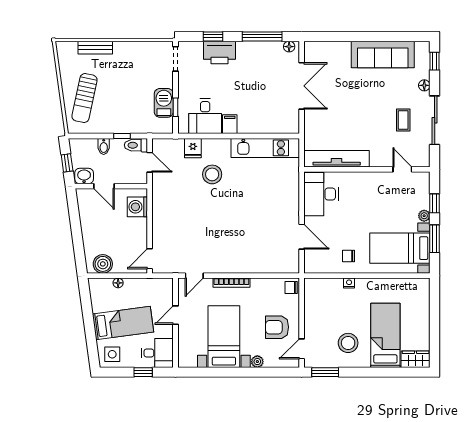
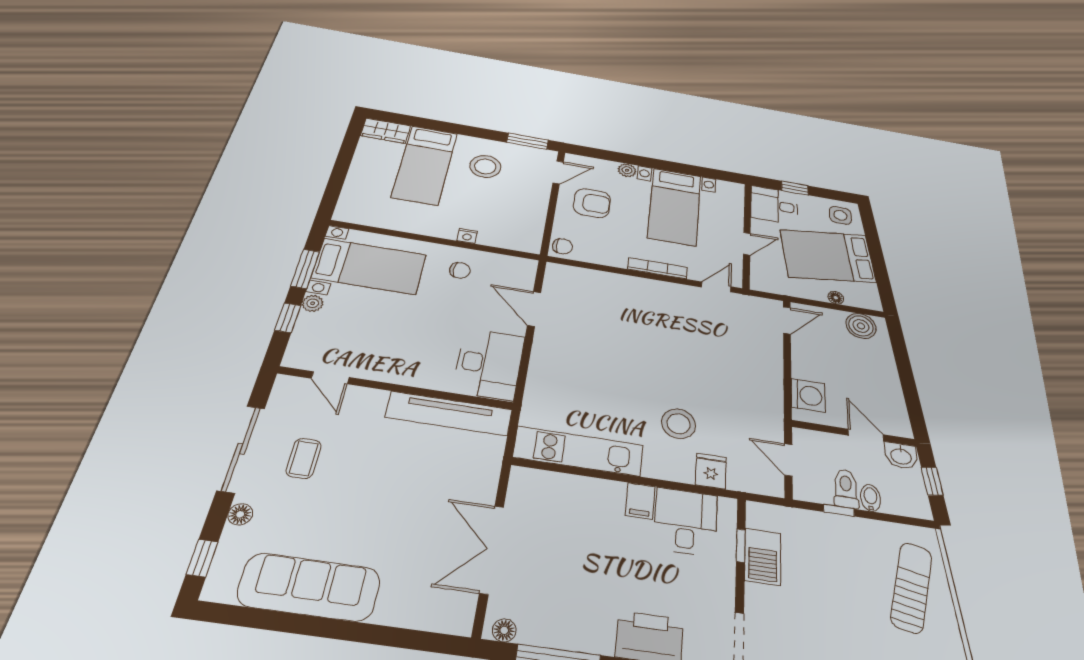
toilet: (136, 145) -> (846, 489), moved, turned -90
bed: (123, 323) -> (828, 256), width x1.50

